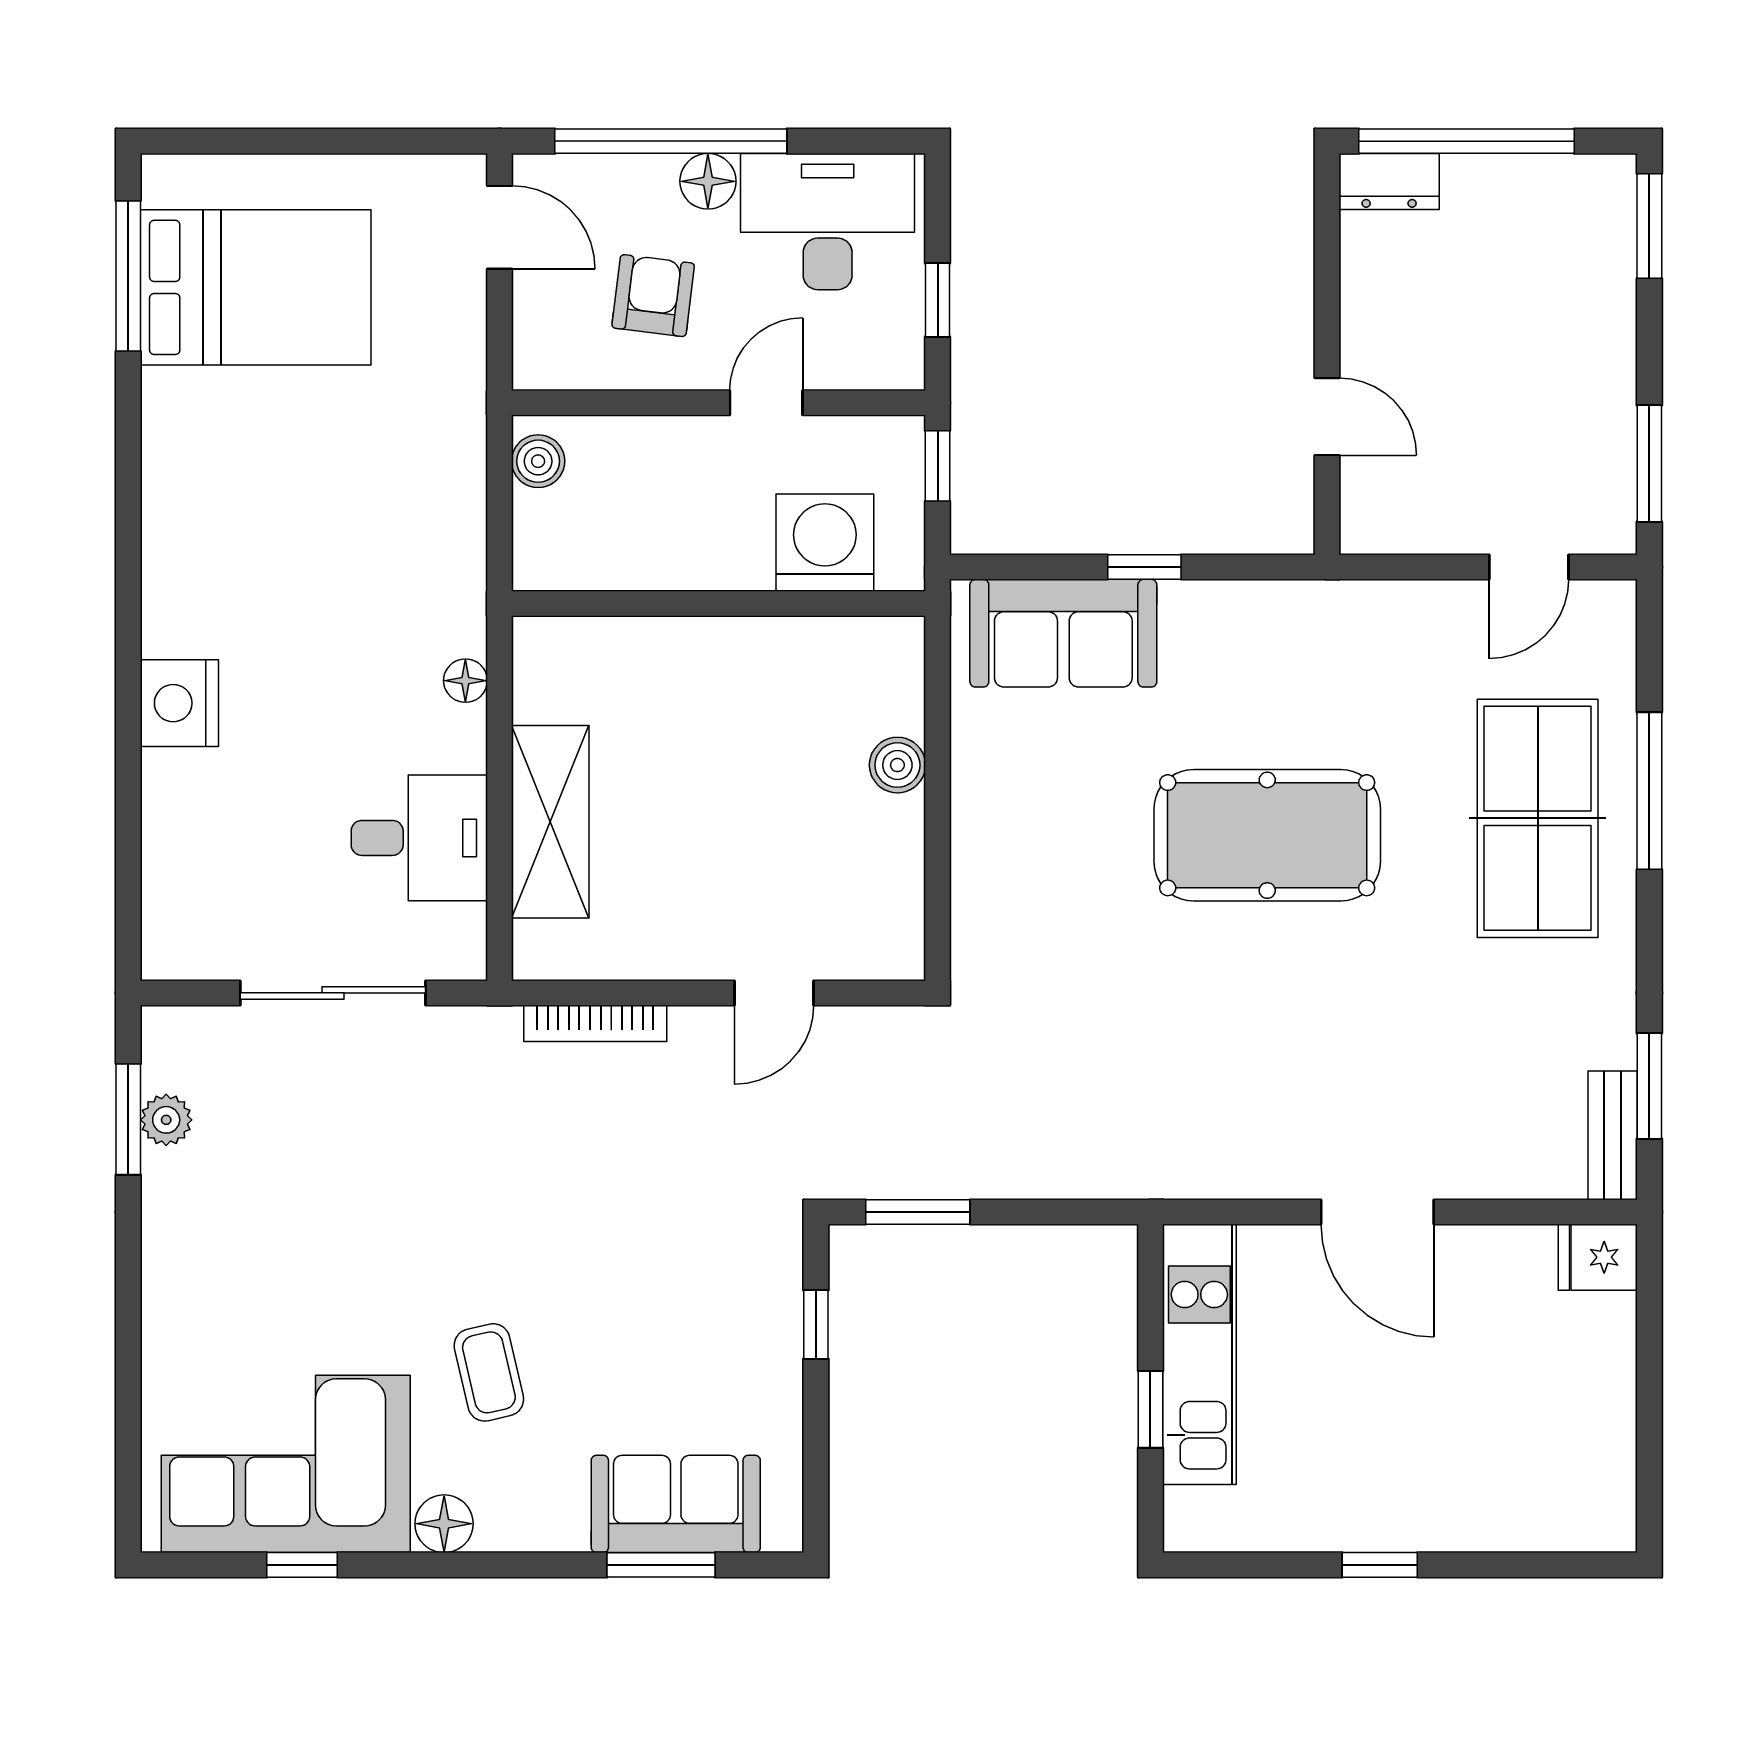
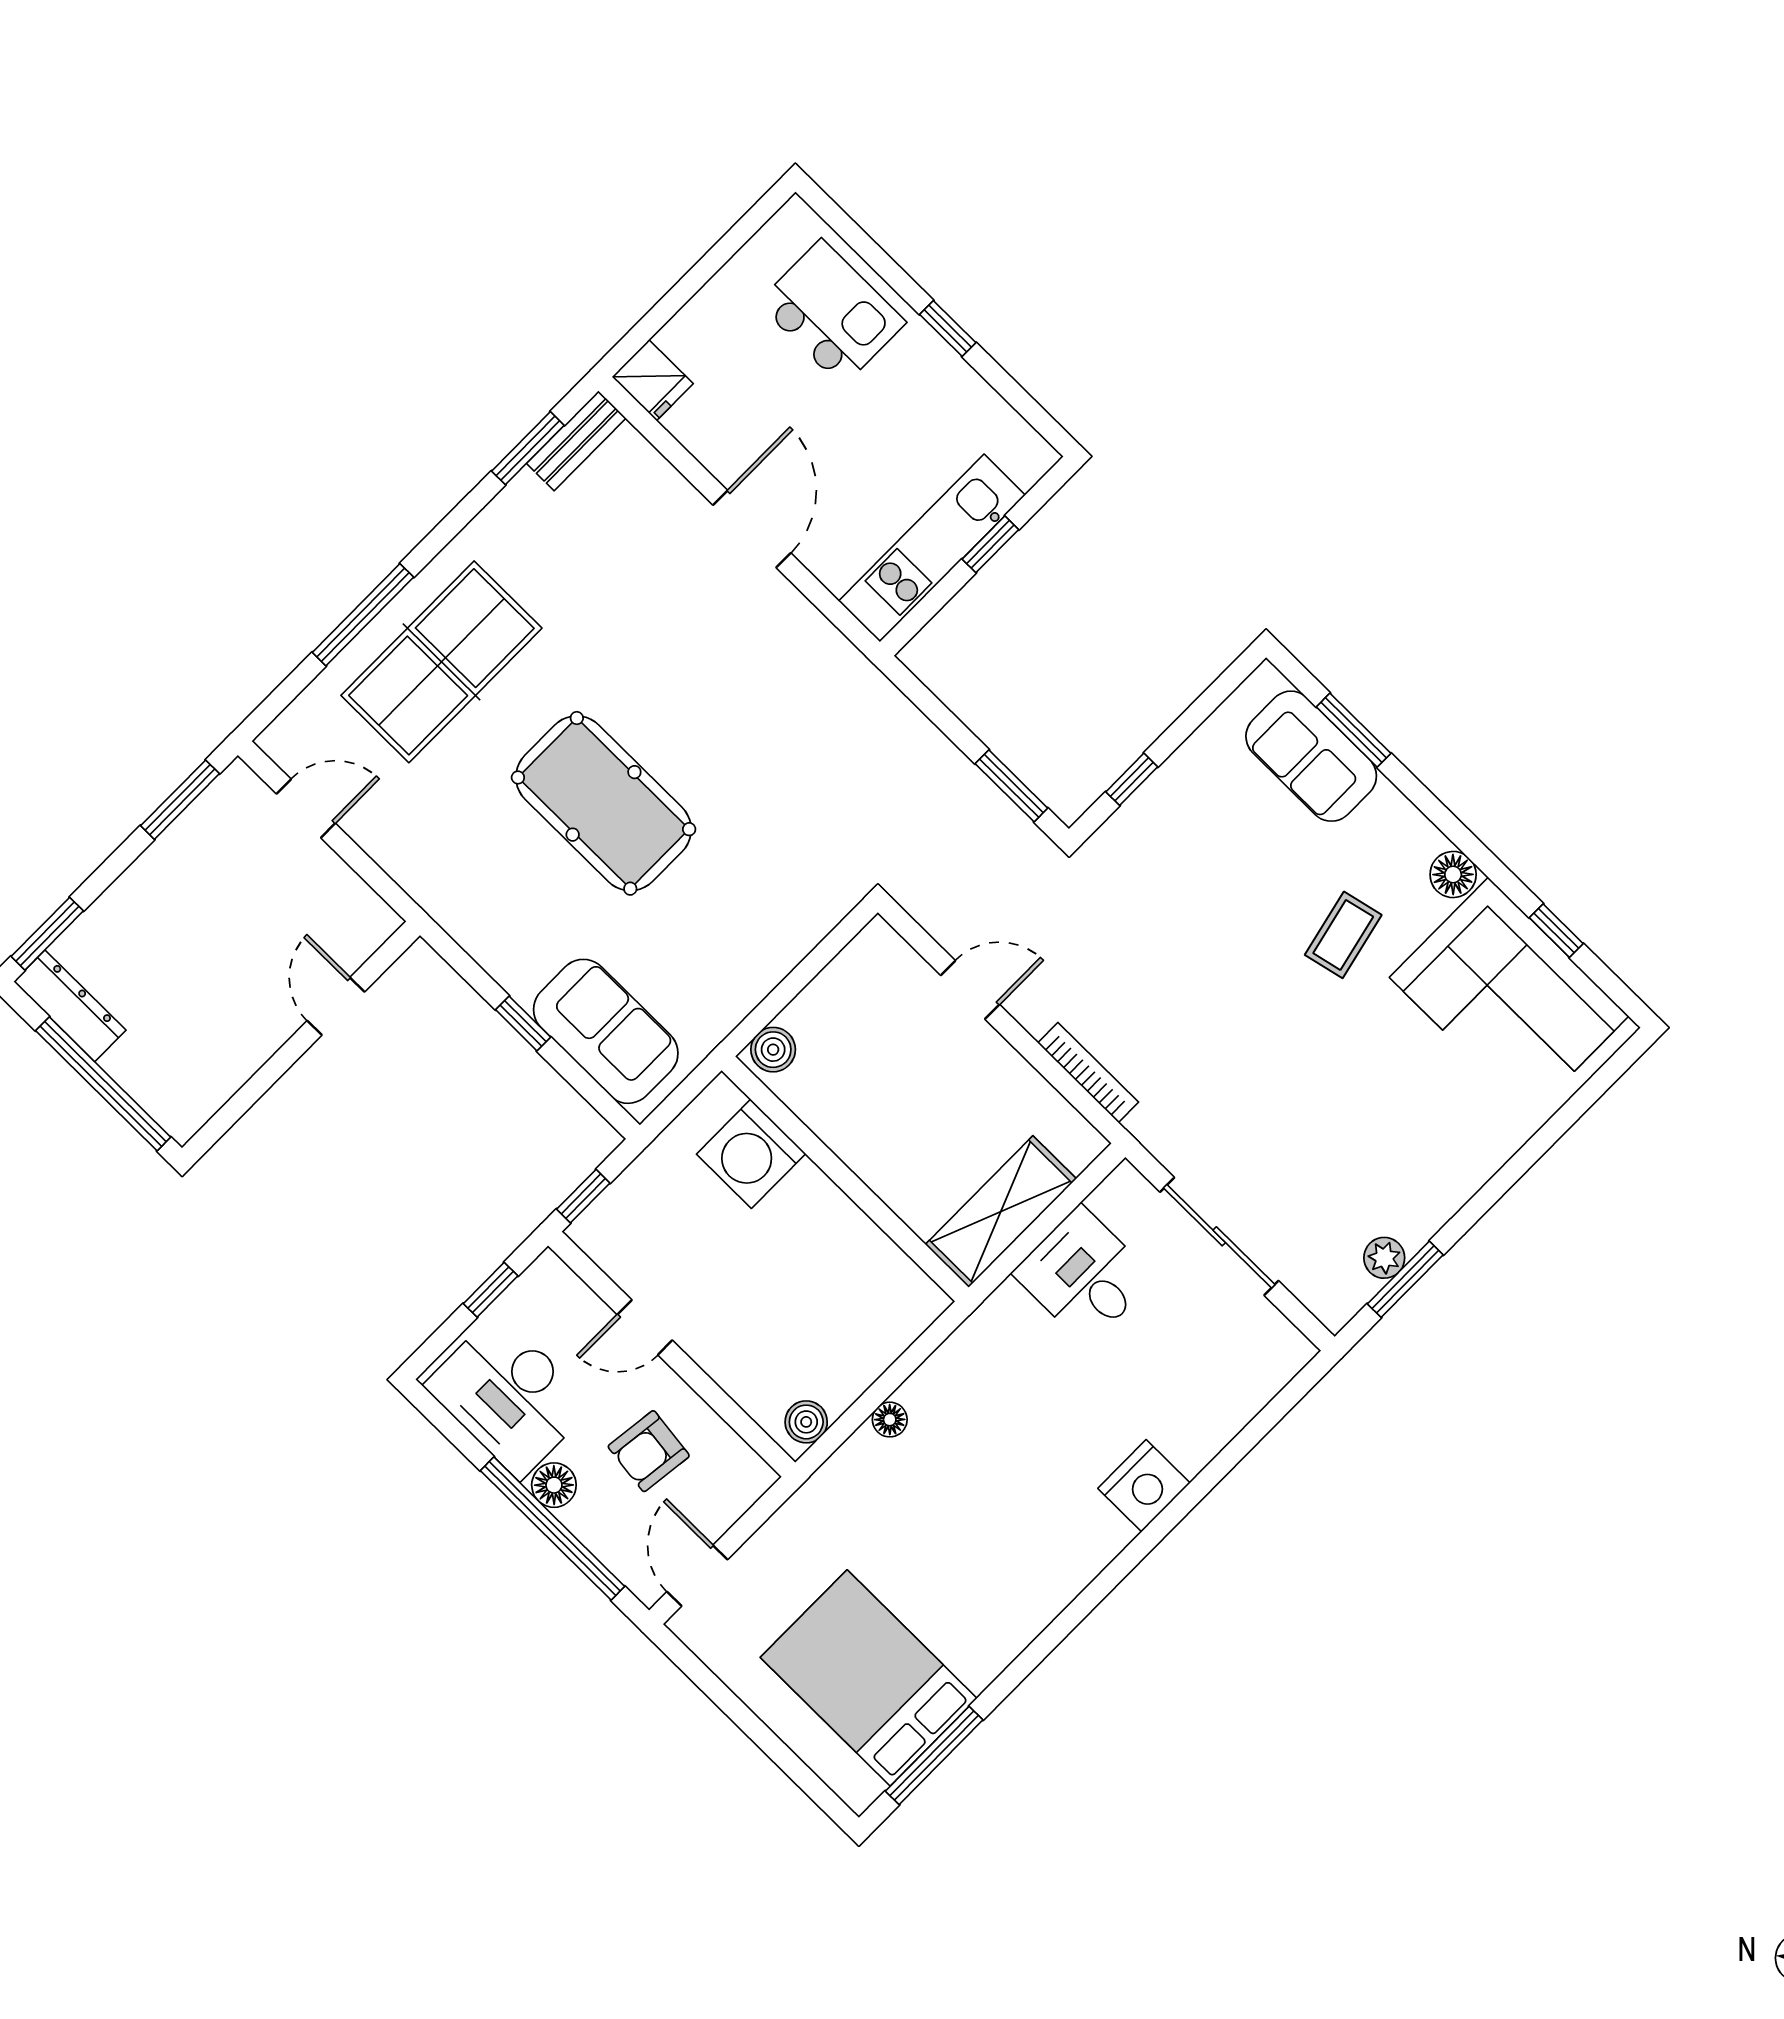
dresser: (1389, 181) -> (70, 1006), moved, width x1.44
washing machine: (825, 543) -> (751, 1154), moved
wall: (719, 604) -> (845, 1179), moved
floor lamp: (465, 681) -> (890, 1420), moved
kitchen island: (1497, 1476) -> (832, 313), added

